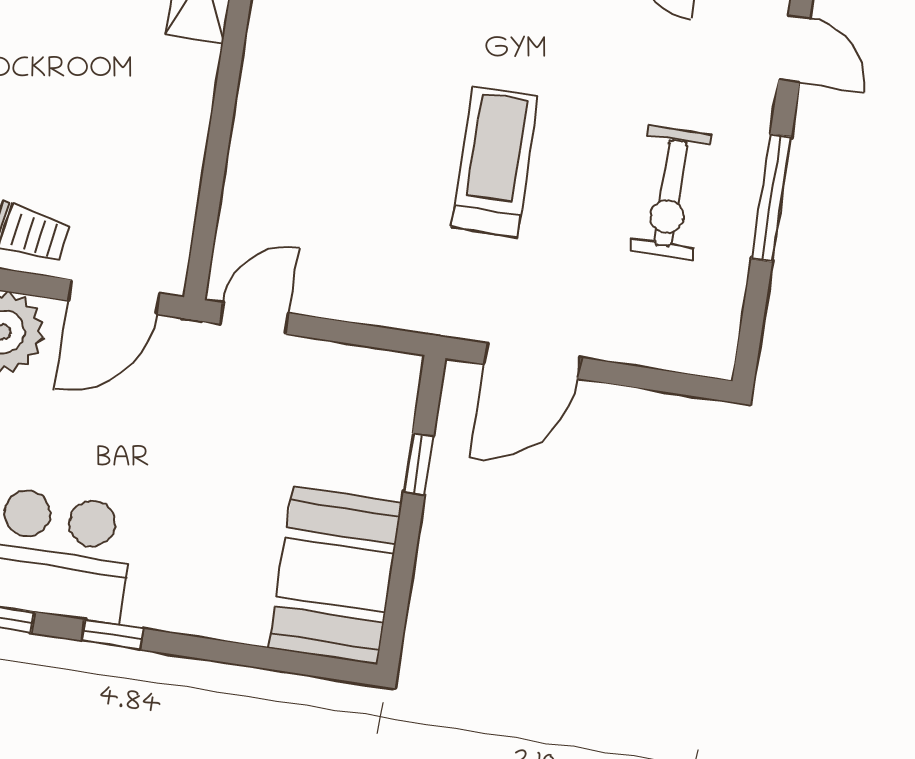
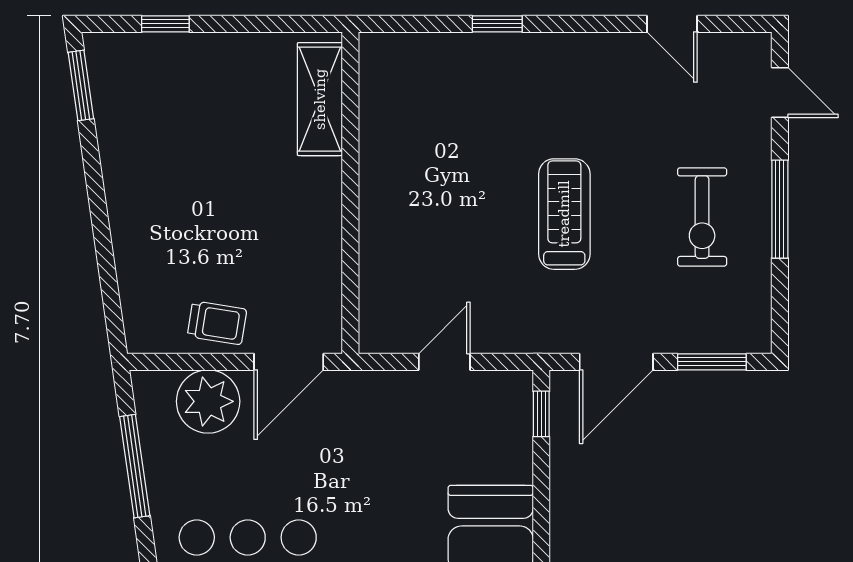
door: (254, 318) -> (444, 362), moved
window: (655, 380) -> (712, 362), added
window: (419, 464) -> (541, 414), moved

